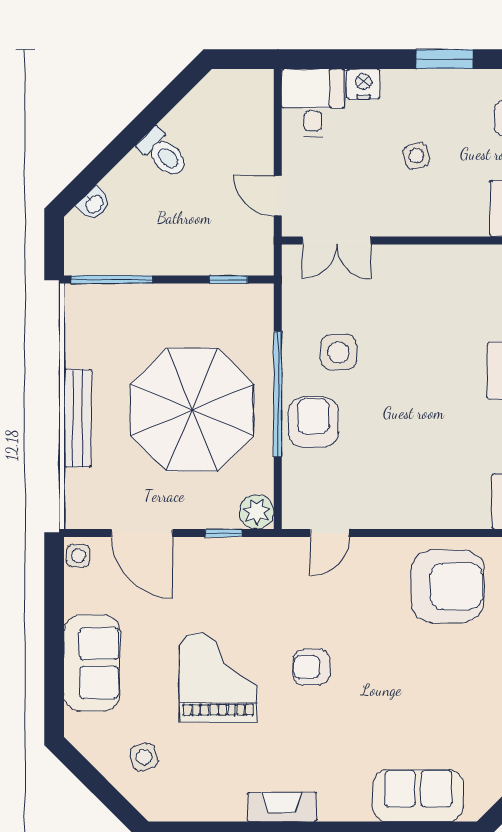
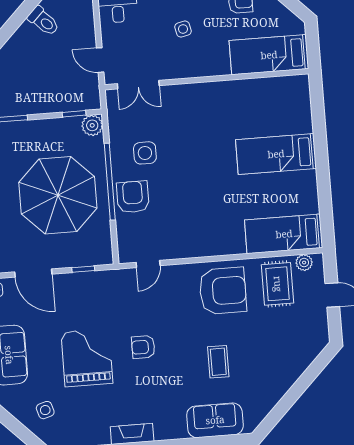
toilet: (163, 153) -> (44, 21), moved
plant: (257, 512) -> (92, 125), moved
coffee table: (431, 701) -> (218, 362), added

